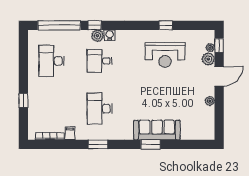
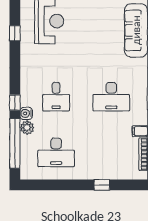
window: (166, 25) -> (15, 33), moved
water cooler: (110, 35) -> (26, 113), moved
plant: (97, 36) -> (27, 128), moved

